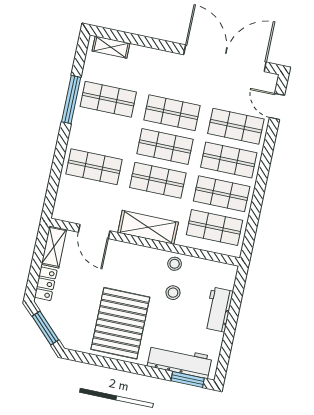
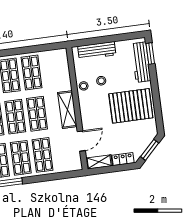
shop shelf: (215, 227) -> (21, 158), moved
workbench: (218, 310) -> (97, 51), width x1.38

